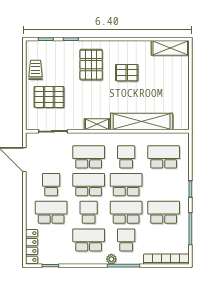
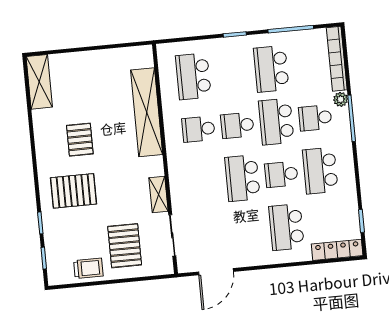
trolley: (36, 70) -> (88, 268), turned 180
shelving: (97, 124) -> (158, 195), moved
school desk: (89, 157) -> (203, 182), removed
school desk: (51, 185) -> (247, 231), removed
school desk: (126, 185) -> (237, 125), width x0.54
plant: (111, 259) -> (341, 99), moved

